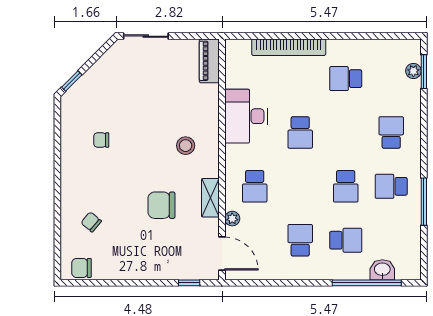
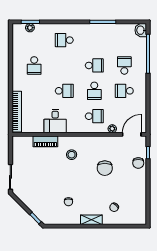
bookcase: (289, 47) -> (17, 112), moved
piano: (209, 61) -> (45, 141), moved
desk: (246, 116) -> (55, 121), width x0.73
school desk: (391, 186) -> (94, 91), moved
shelving: (210, 198) -> (91, 220), moved
chair: (81, 268) -> (138, 163), moved
washbasin: (382, 270) -> (141, 30), moved

